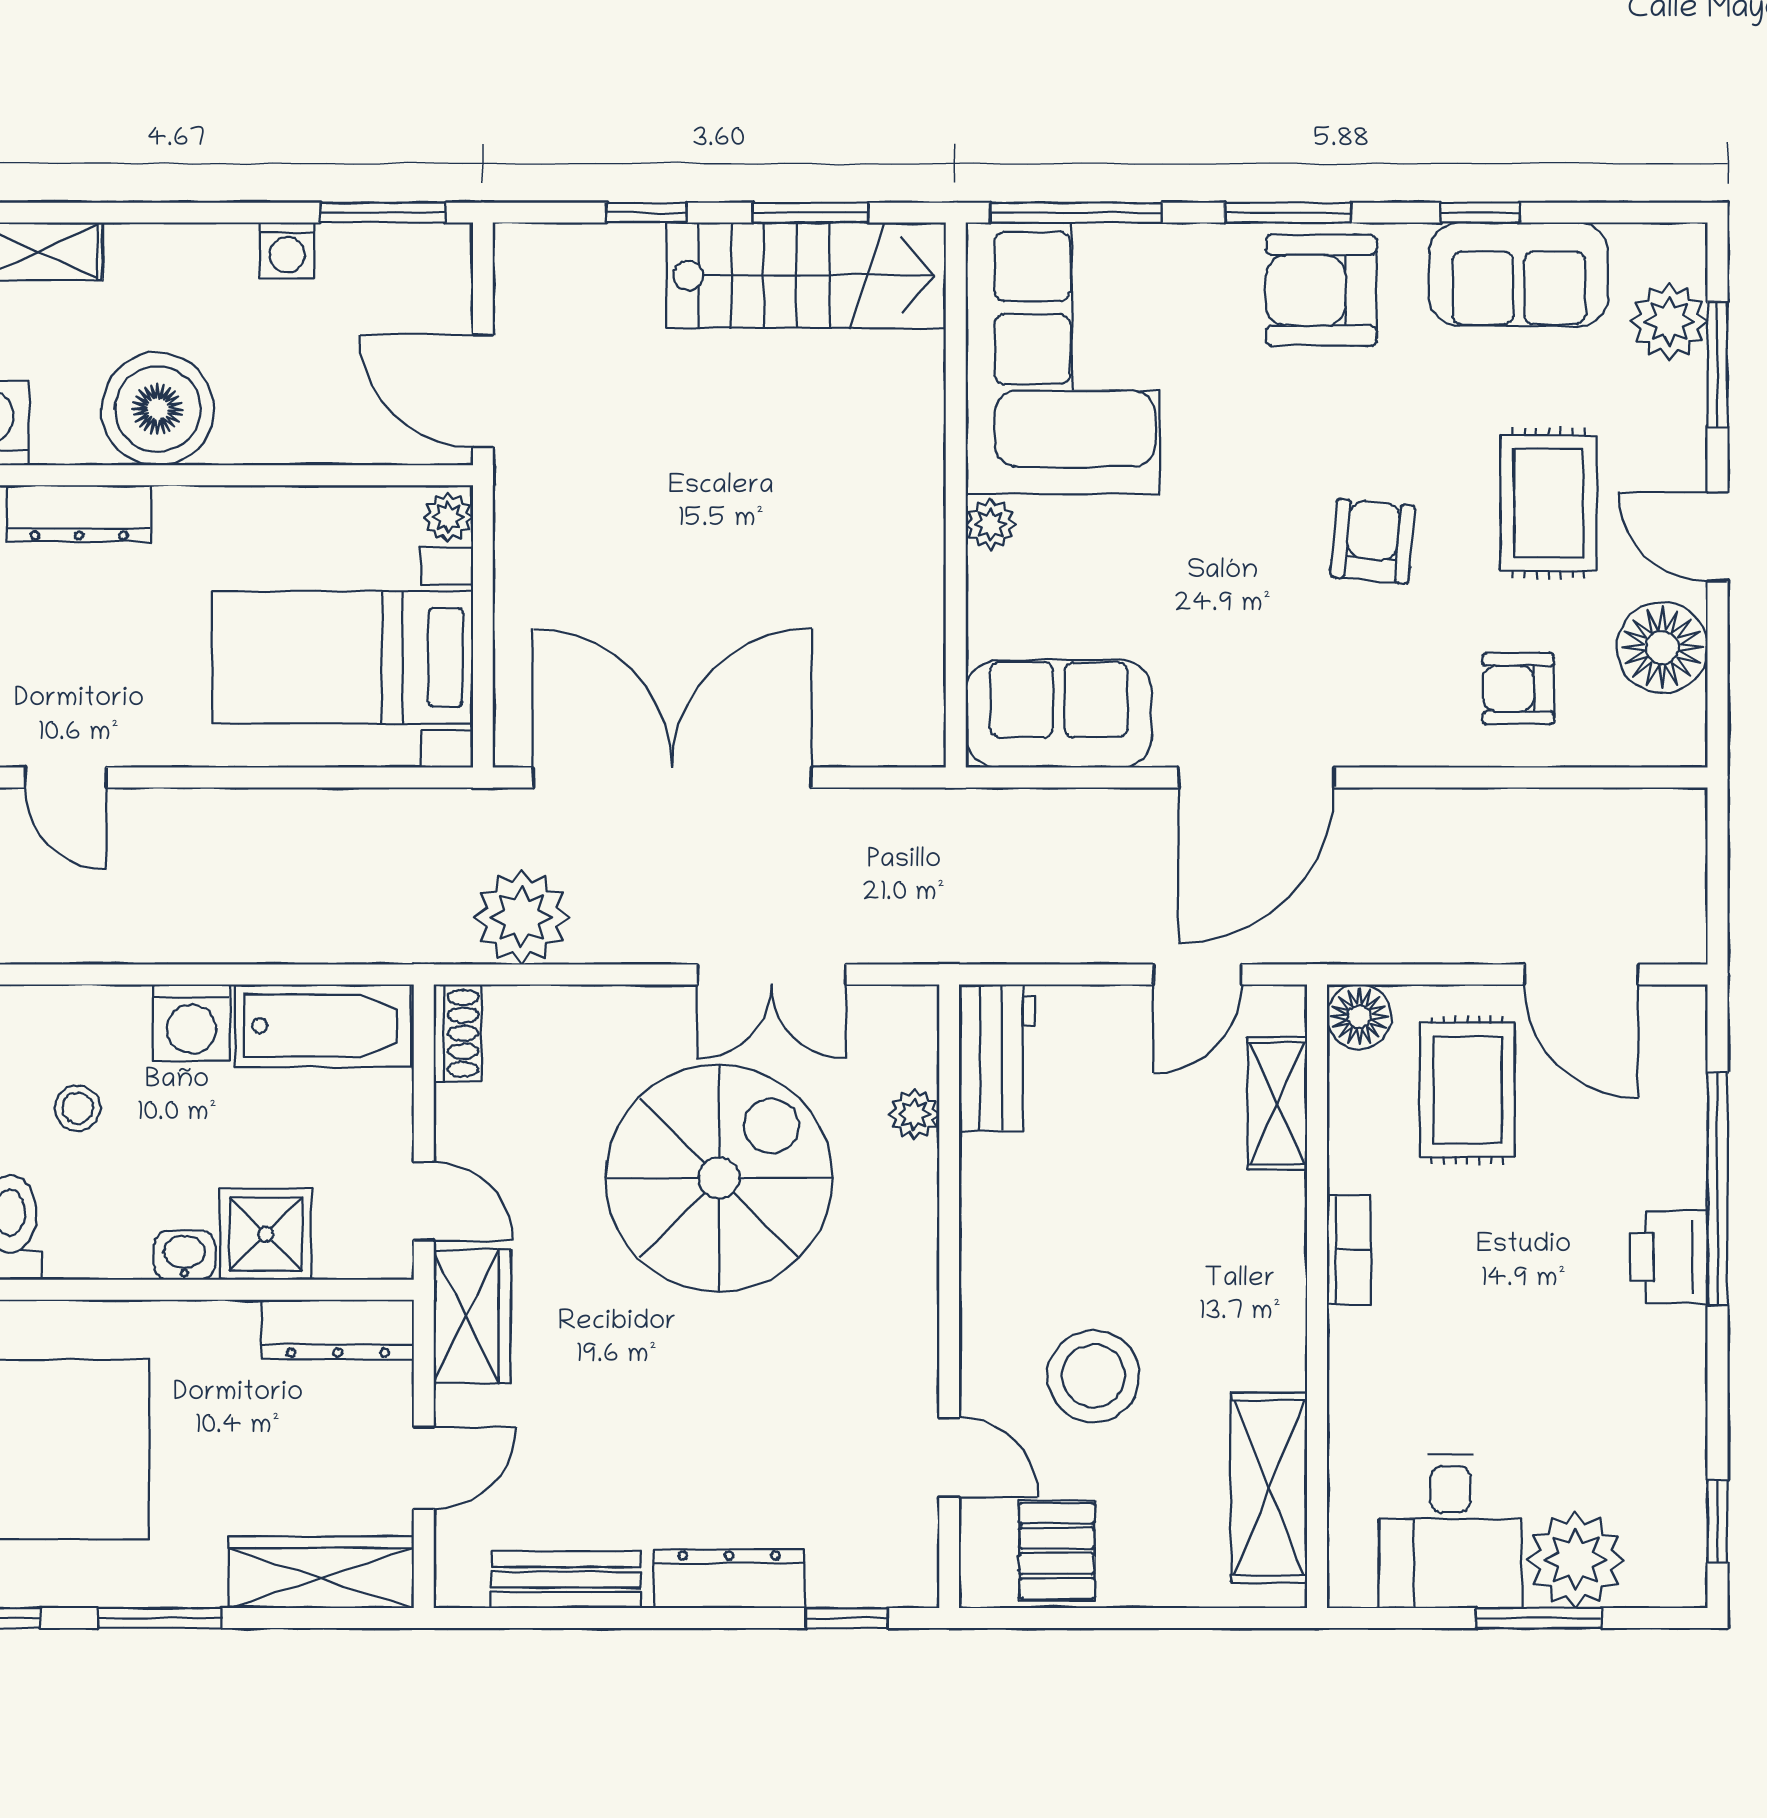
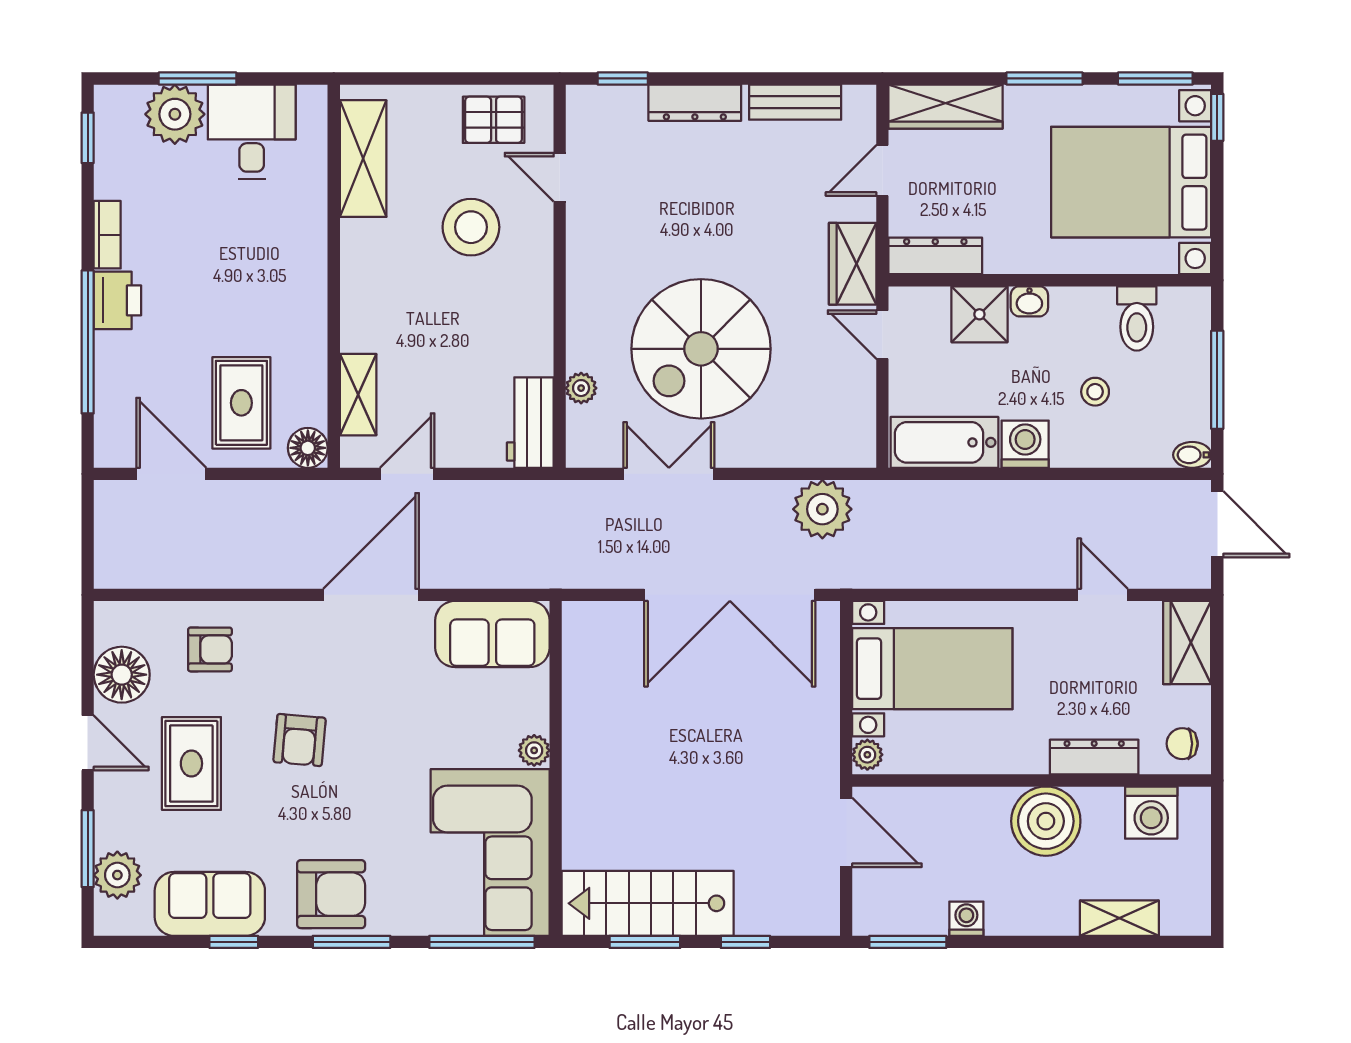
shoe rack: (457, 1033) -> (862, 438), removed
bookcase: (1349, 1250) -> (107, 235), moved, turned 180
pallet: (1057, 1551) -> (494, 120), turned 90

